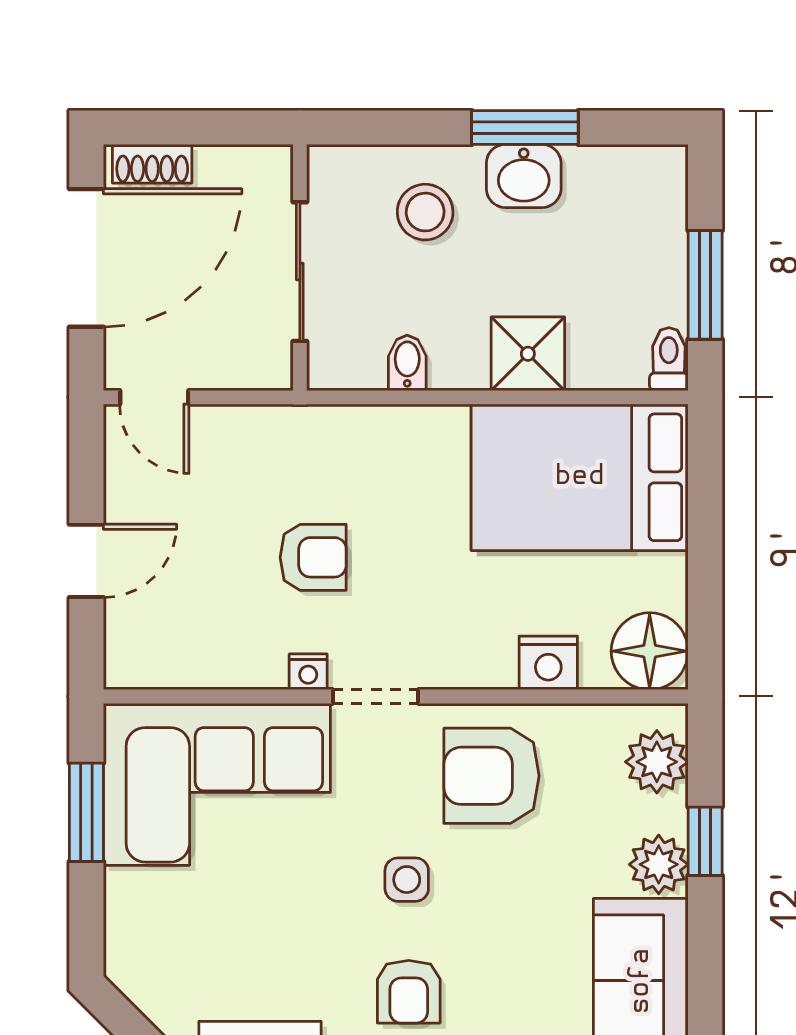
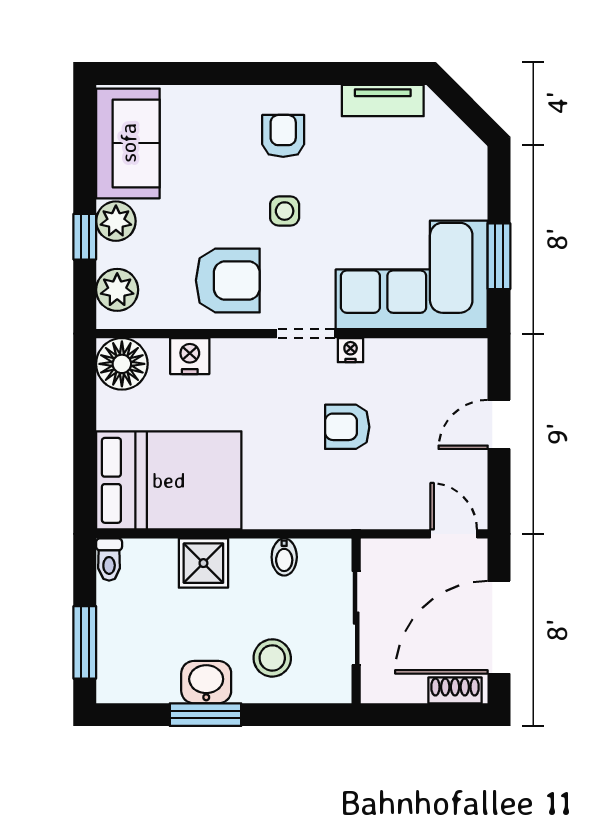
window: (705, 285) -> (85, 642), moved

